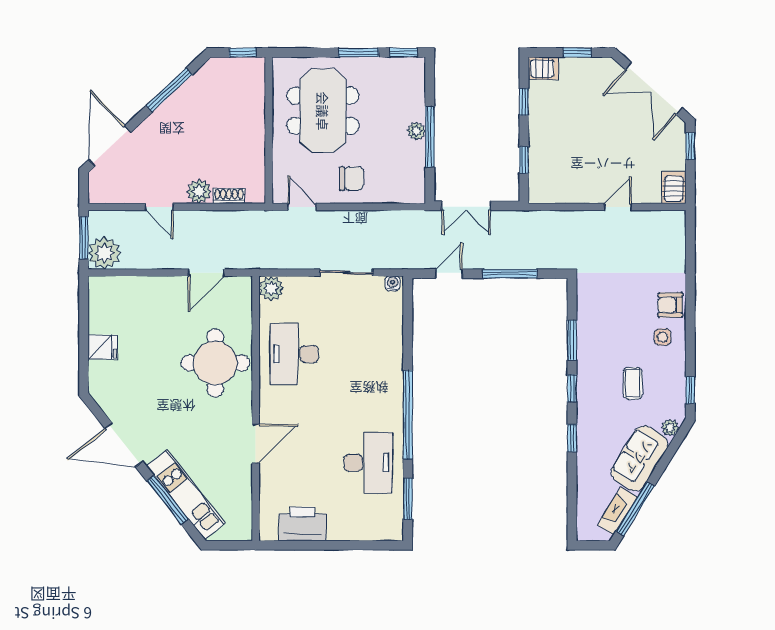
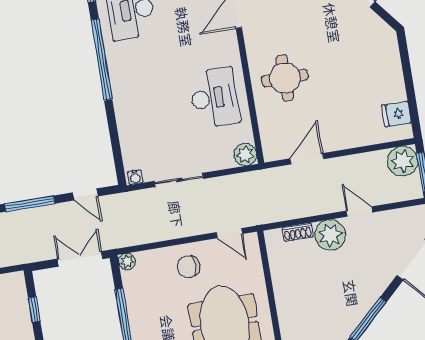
plant: (416, 131) -> (127, 262), moved
plant: (199, 191) -> (330, 235), width x1.36, depth x1.36
door: (449, 274) -> (85, 194), hinge flipped
fridge: (103, 347) -> (396, 114), moved
round table: (215, 363) -> (285, 78), width x0.73, depth x0.73

